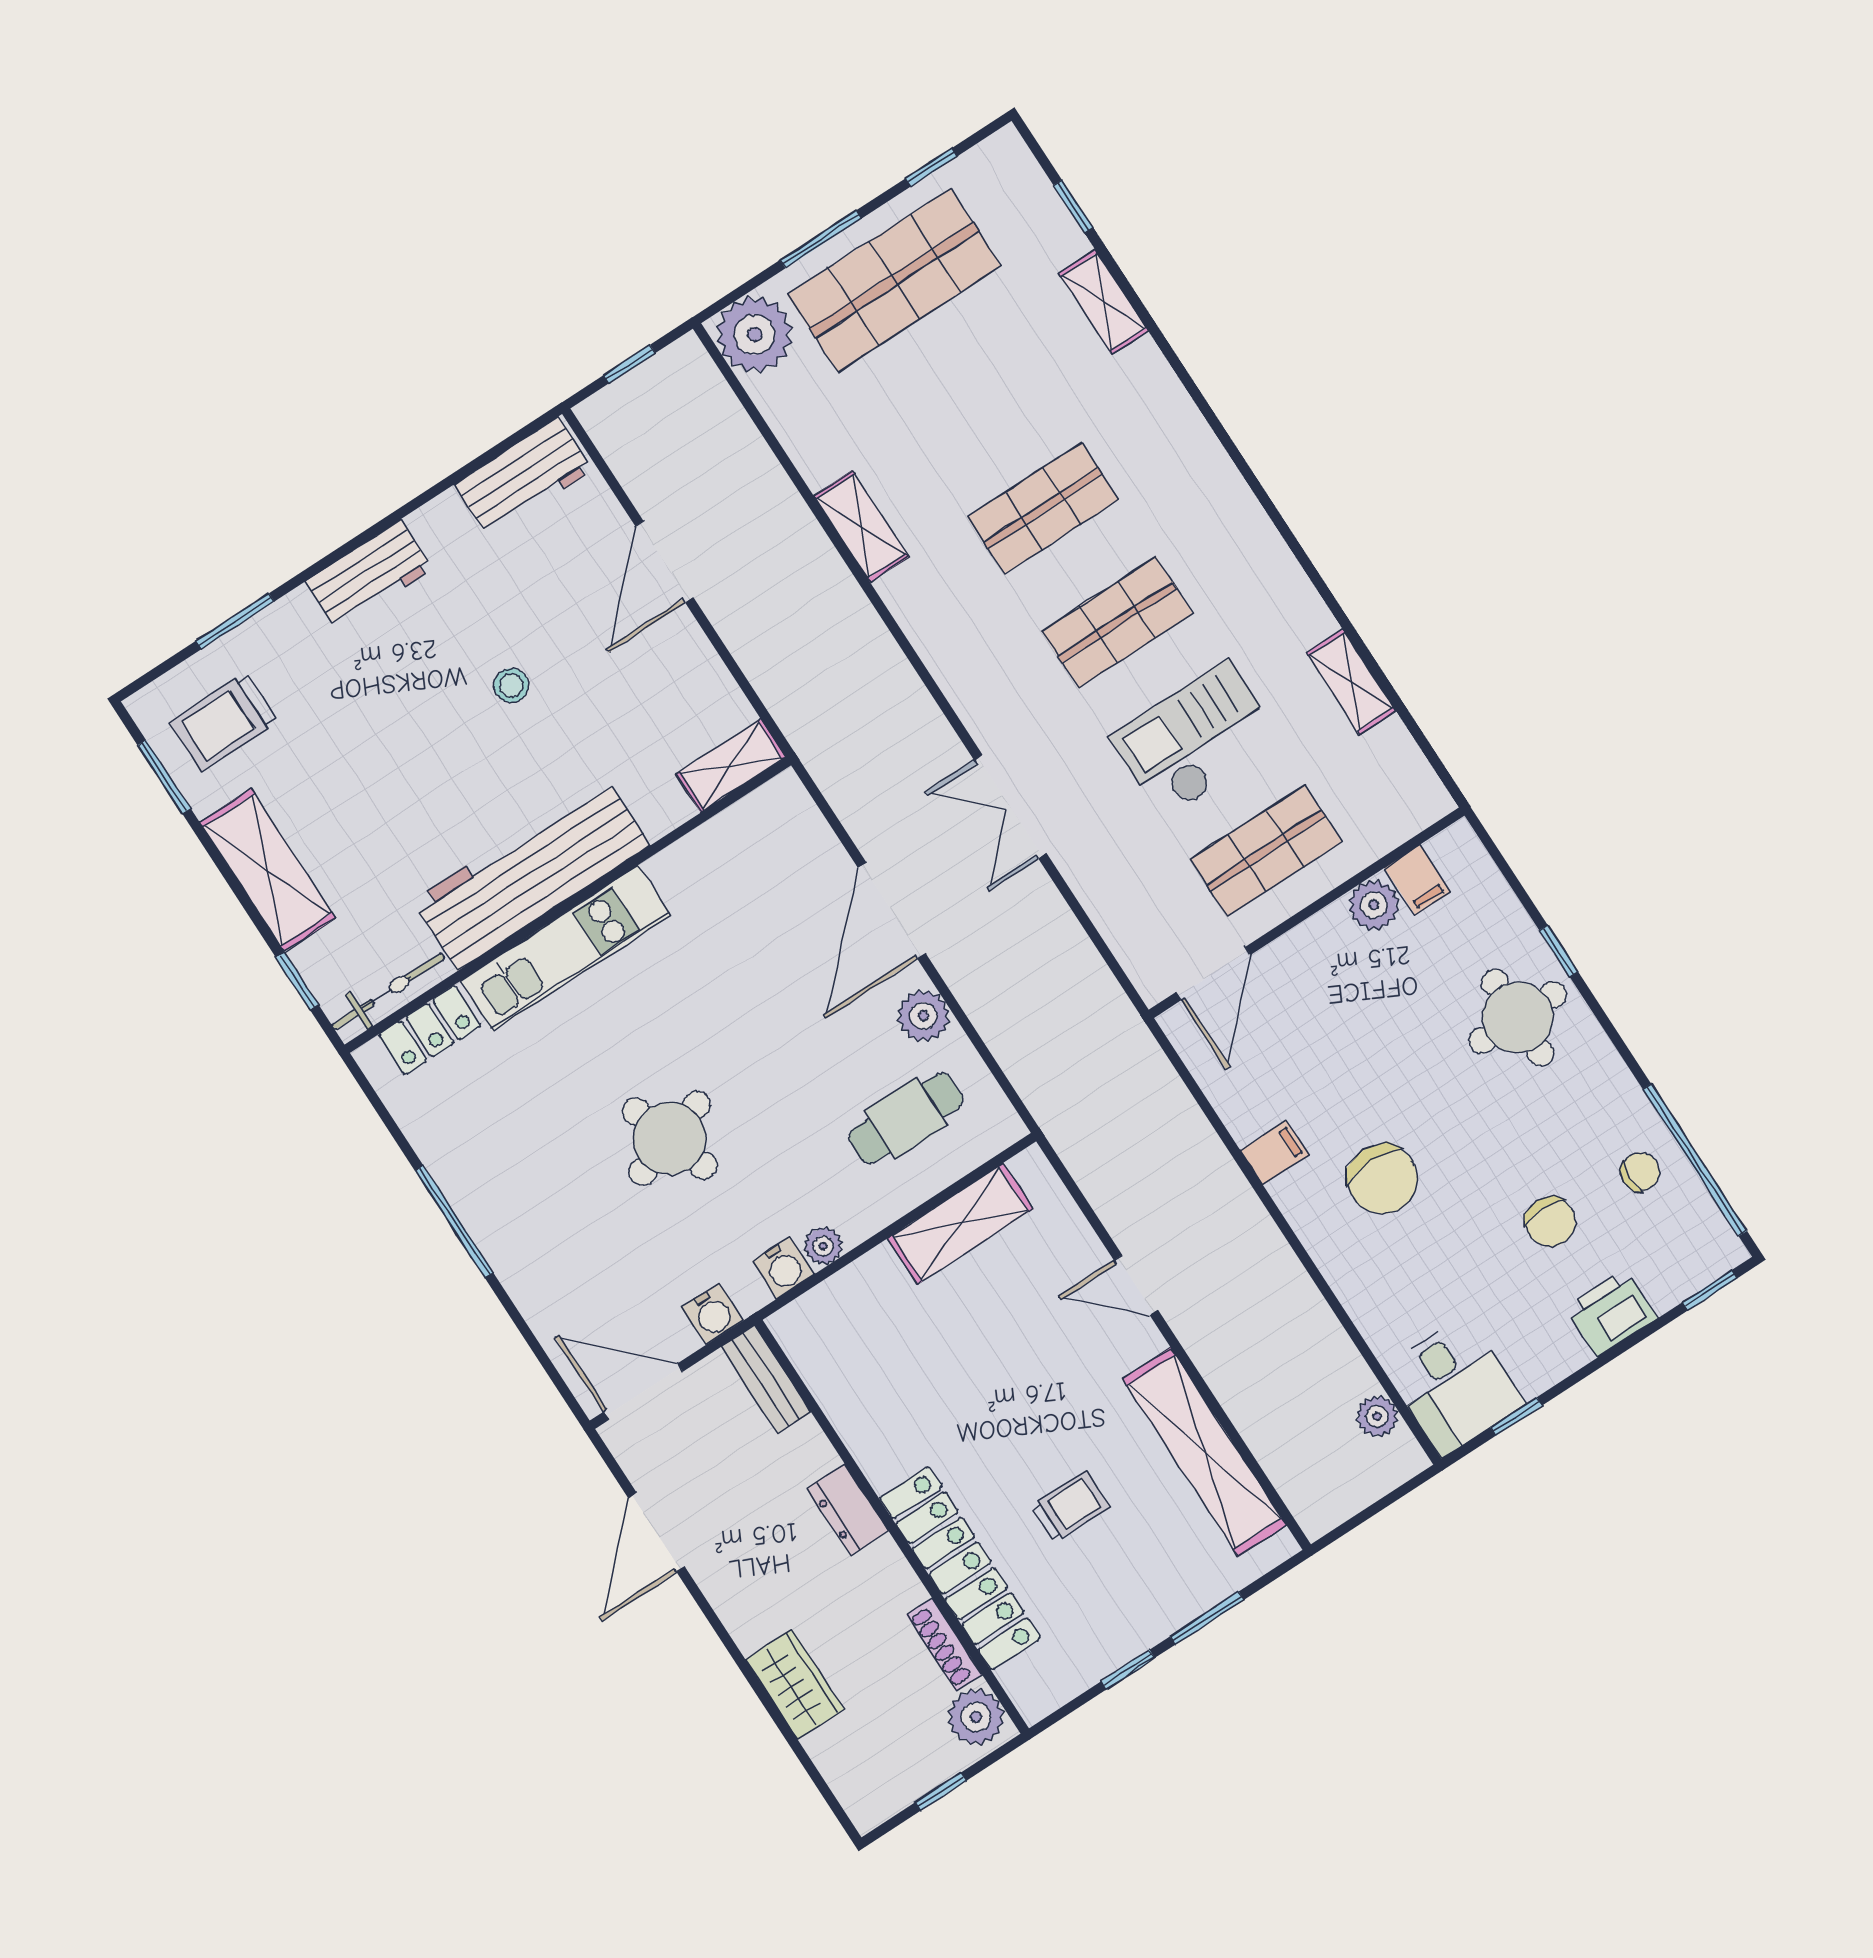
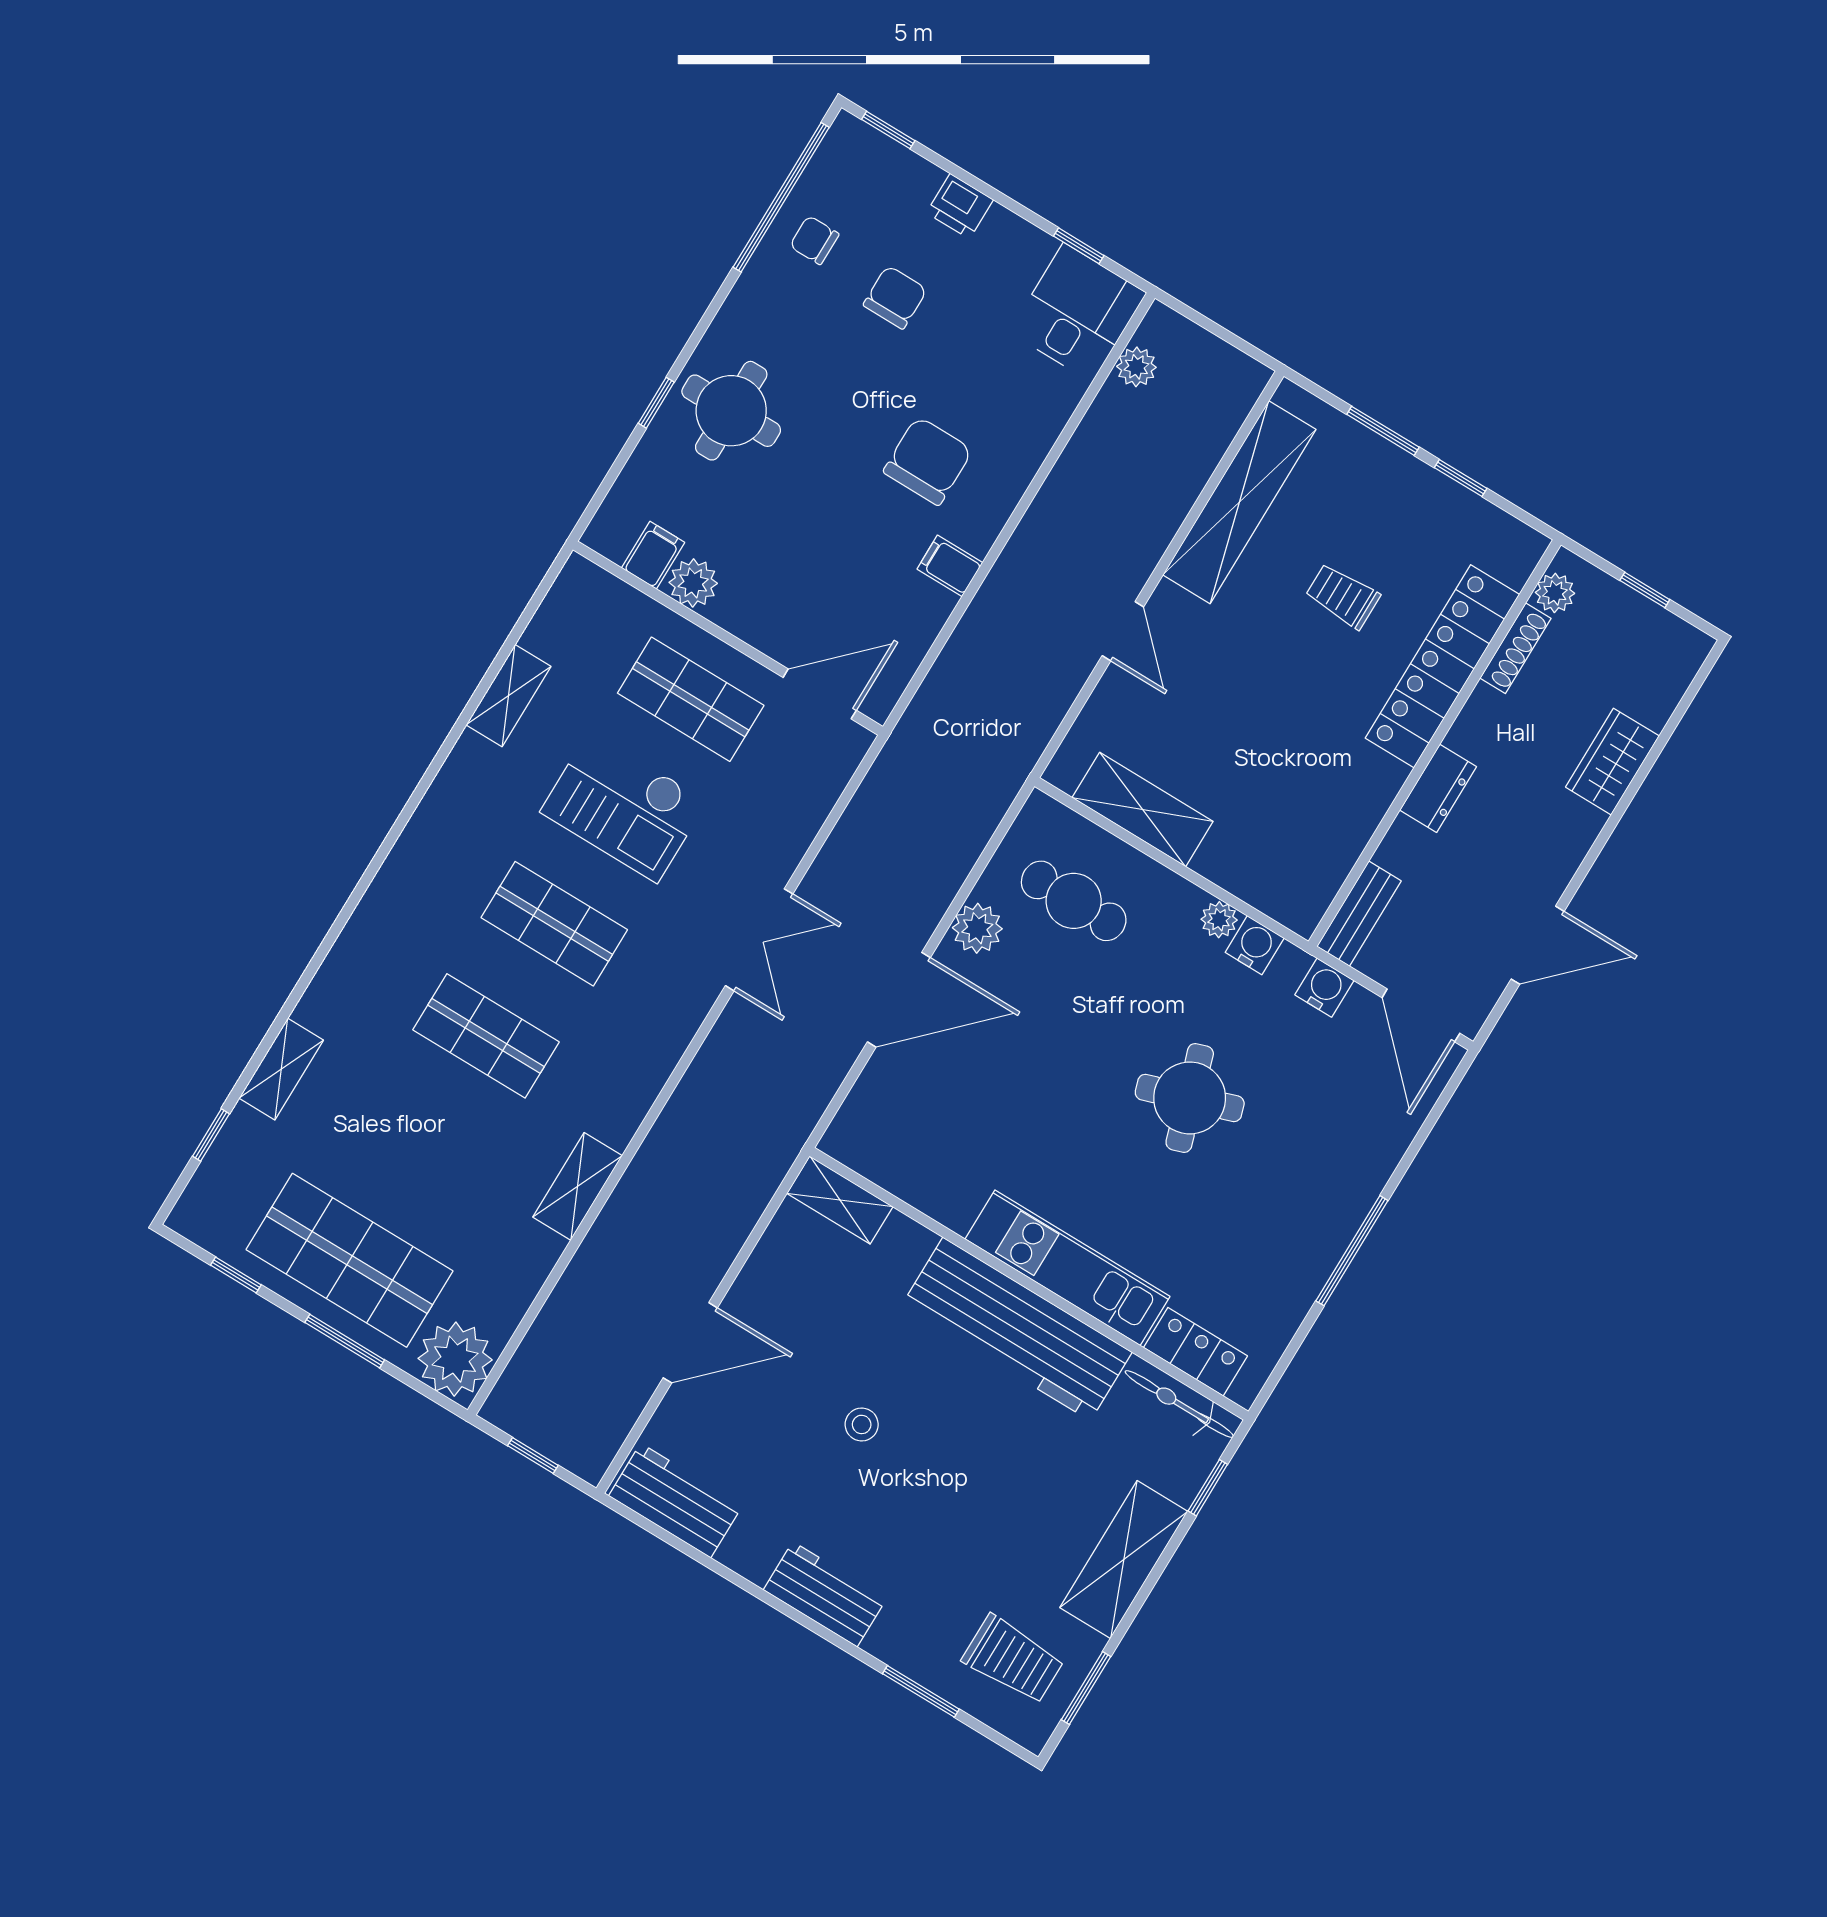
printer: (1611, 1313) -> (960, 206), width x0.73, depth x0.81
plant: (976, 1717) -> (1555, 593), width x0.73, depth x0.73

